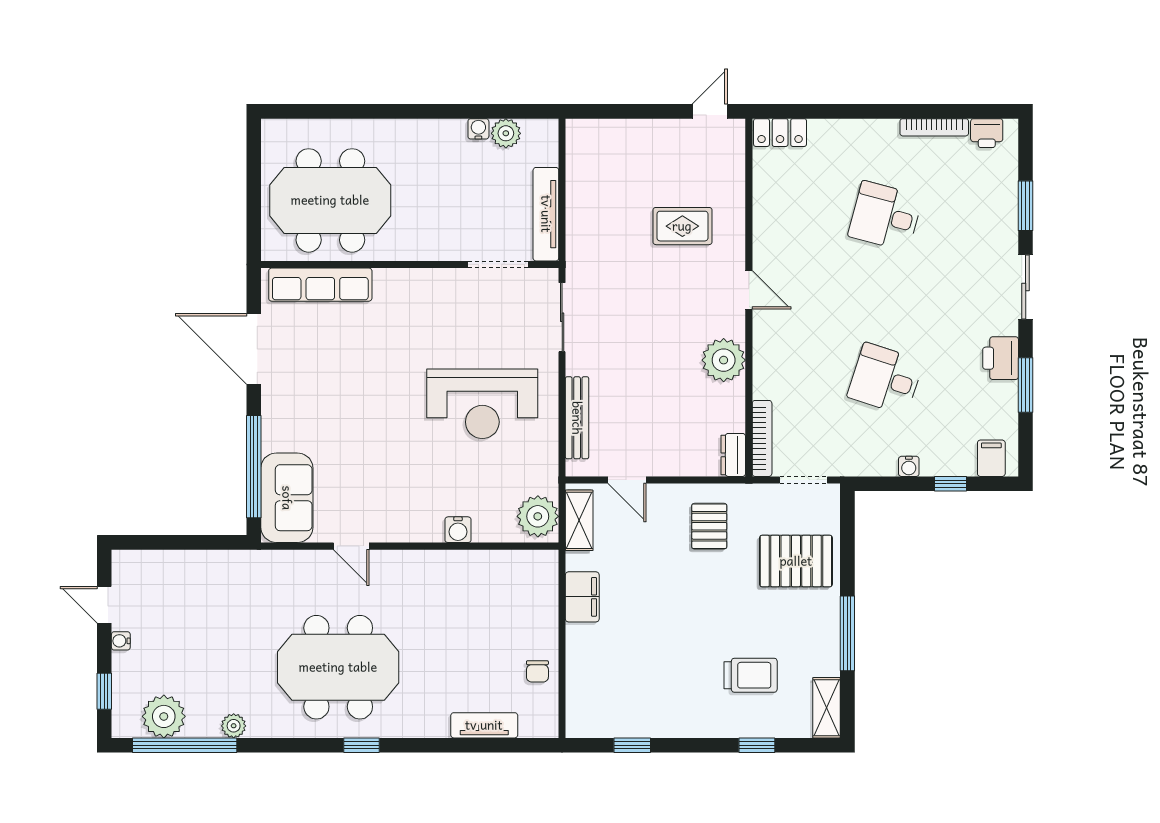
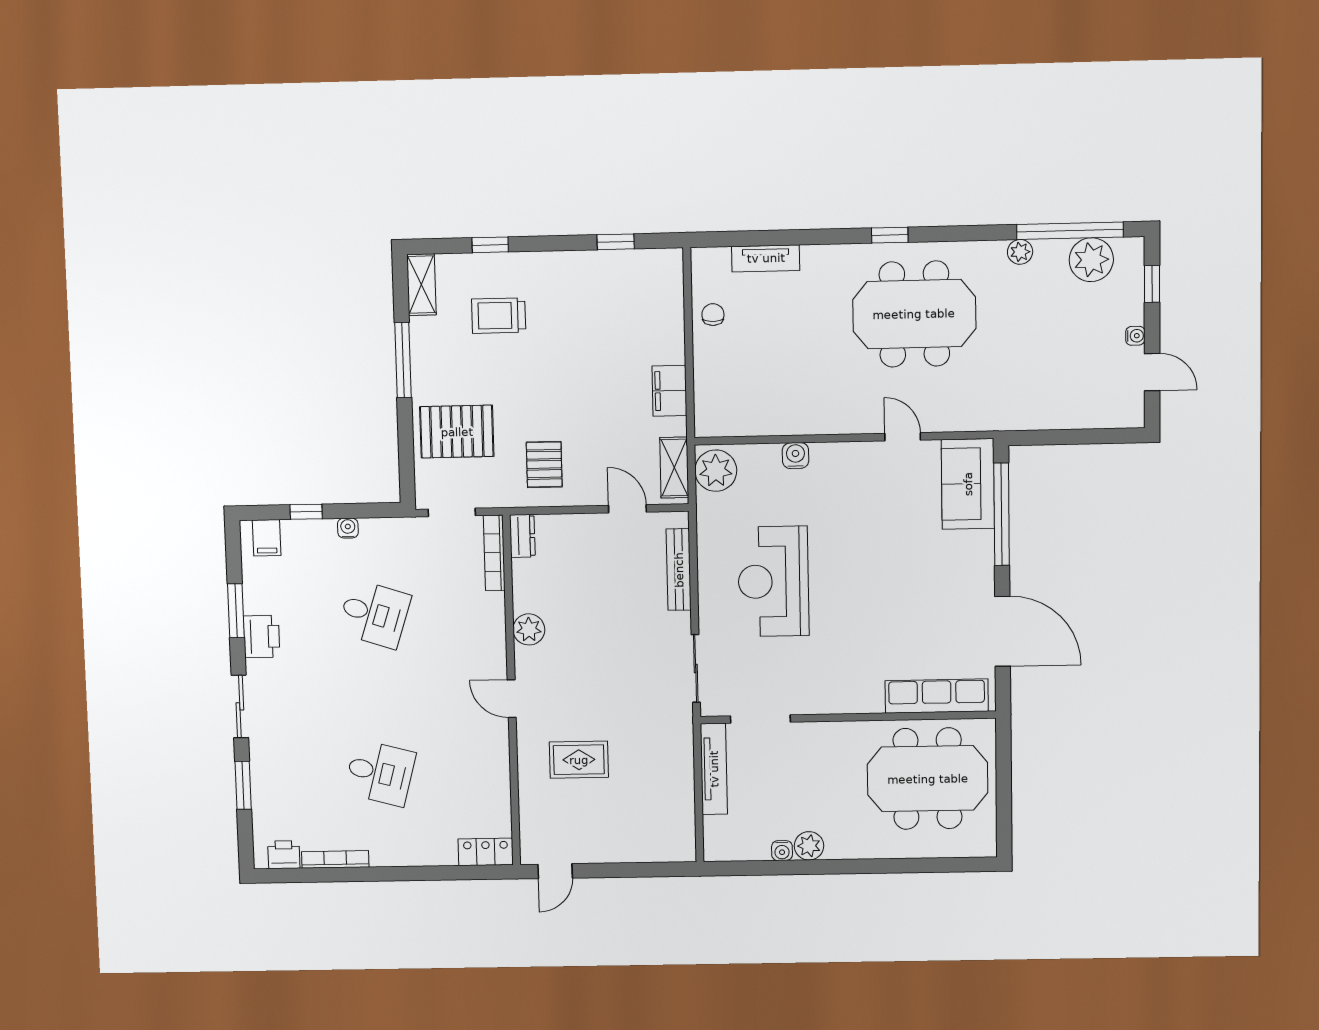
plant: (506, 133) -> (809, 846), moved
plant: (724, 360) -> (529, 629), width x0.73, depth x0.73
reception desk: (482, 404) -> (773, 581), turned -90

